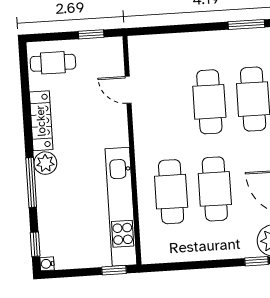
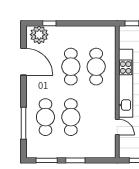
window: (197, 28) -> (75, 160), added
kitchen unit: (121, 207) -> (126, 83), moved

